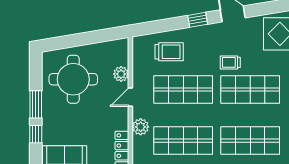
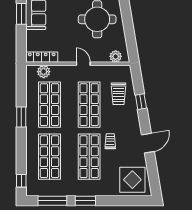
window: (198, 20) -> (141, 102), moved
plant: (121, 74) -> (116, 56), moved
plant: (141, 127) -> (44, 72), moved

